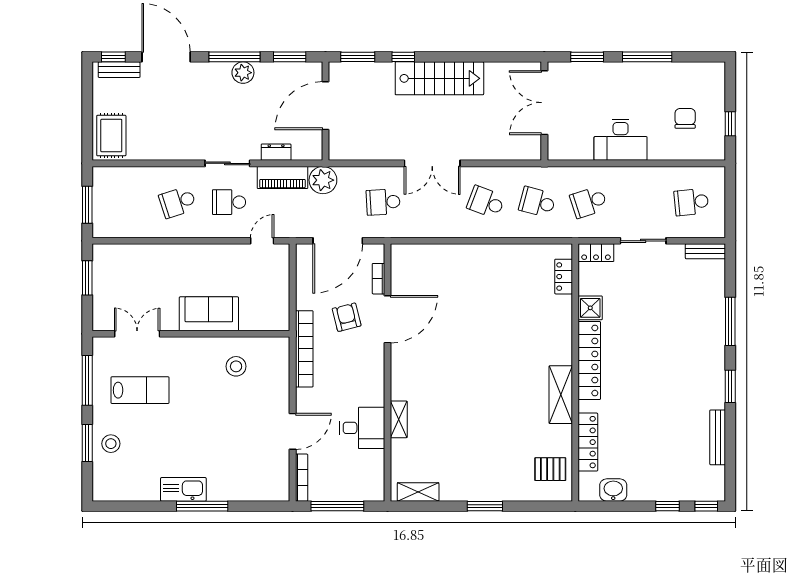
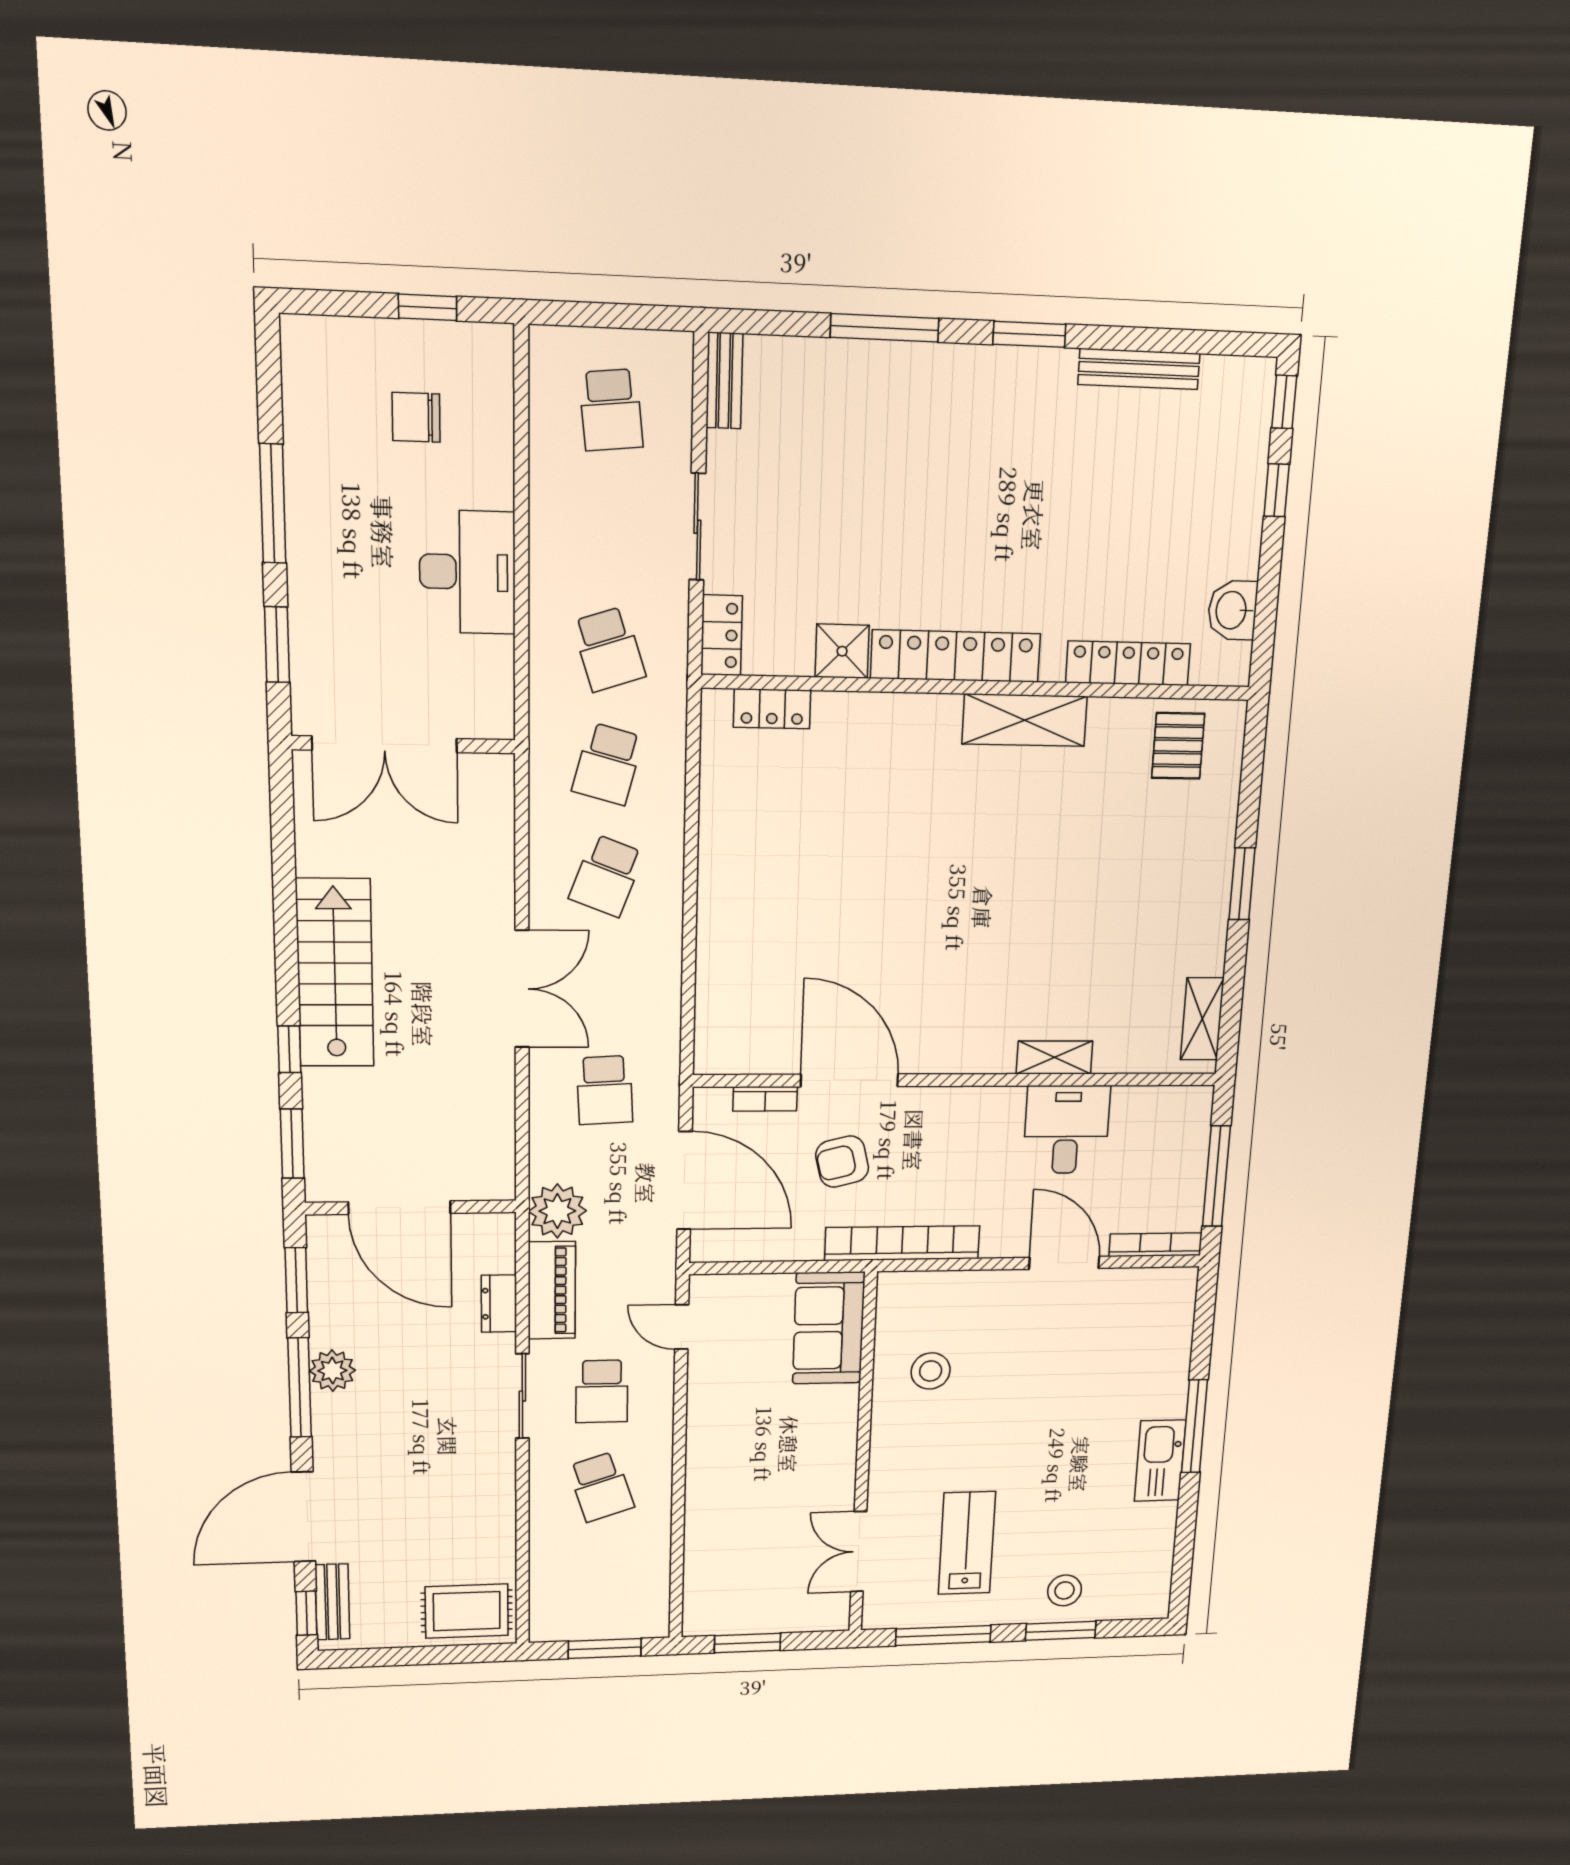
sofa: (209, 314) -> (829, 1328), moved

